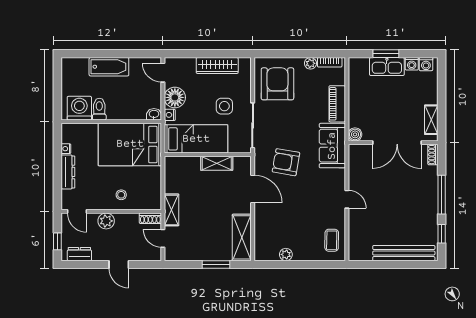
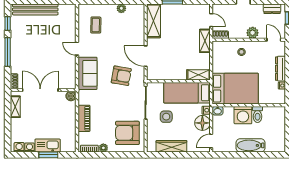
door: (163, 73) -> (211, 141), swing flipped
armchair: (277, 84) -> (127, 133), turned 90
washing machine: (79, 108) -> (243, 115), moved
sofa: (332, 146) -> (87, 73), moved
shelving: (217, 163) -> (198, 75), moved
coffee table: (332, 240) -> (96, 25), moved

